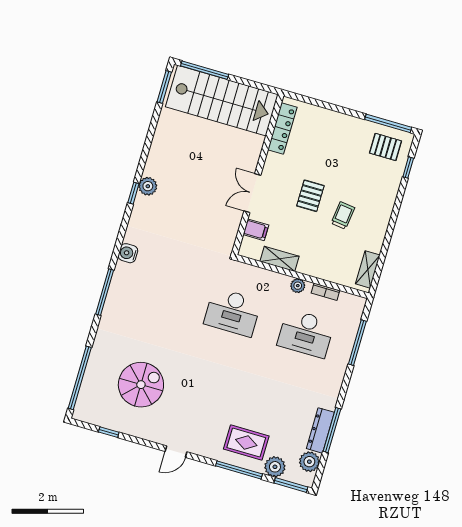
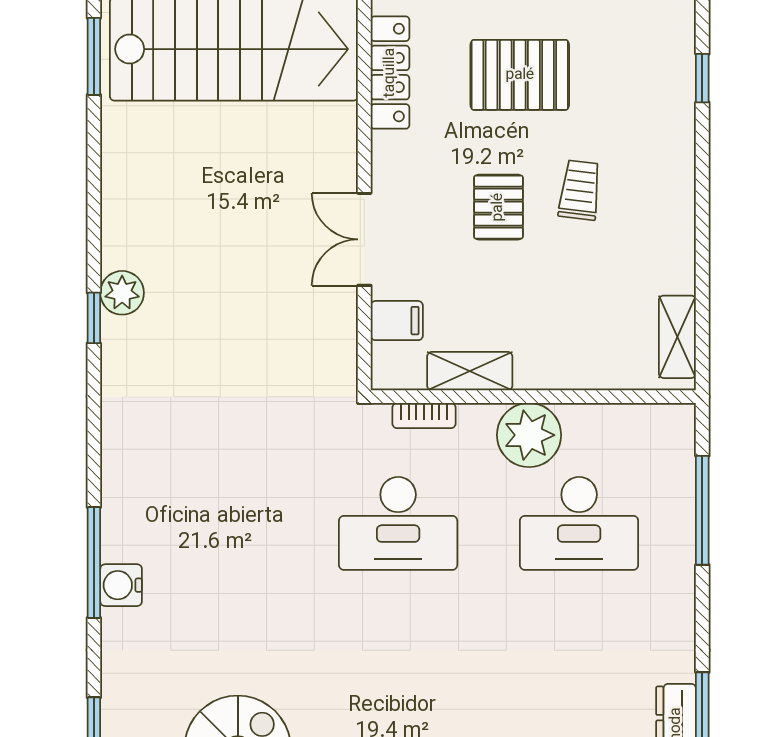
pallet: (386, 147) -> (520, 75), moved, width x1.50, depth x1.42
trolley: (343, 215) -> (580, 190), moved
water cooler: (128, 253) -> (121, 585), moved
plant: (298, 286) -> (529, 435), width x1.87, depth x1.87
bookcase: (325, 292) -> (424, 416), moved

